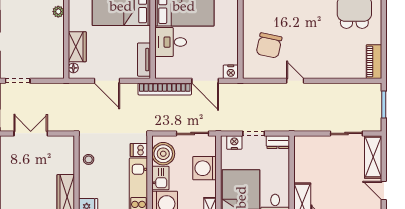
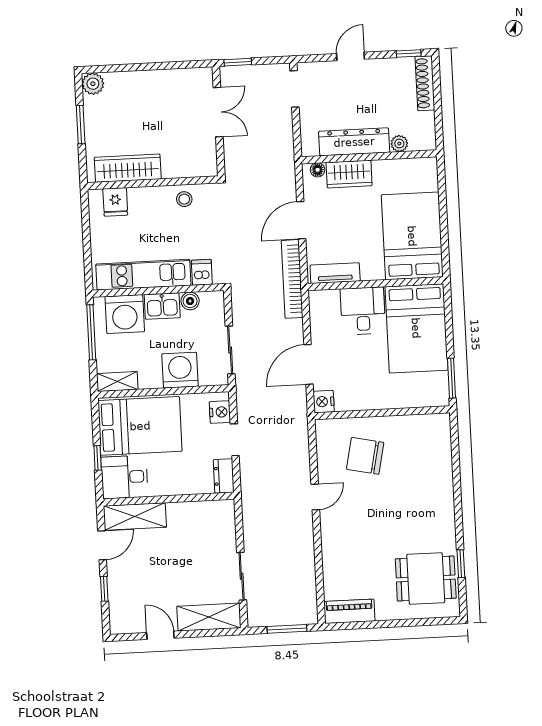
dresser: (56, 42) -> (354, 142), added
bookcase: (165, 89) -> (292, 279), moved
boiler: (163, 154) -> (190, 301), width x0.54, depth x0.54
door: (384, 191) -> (160, 635), hinge flipped

